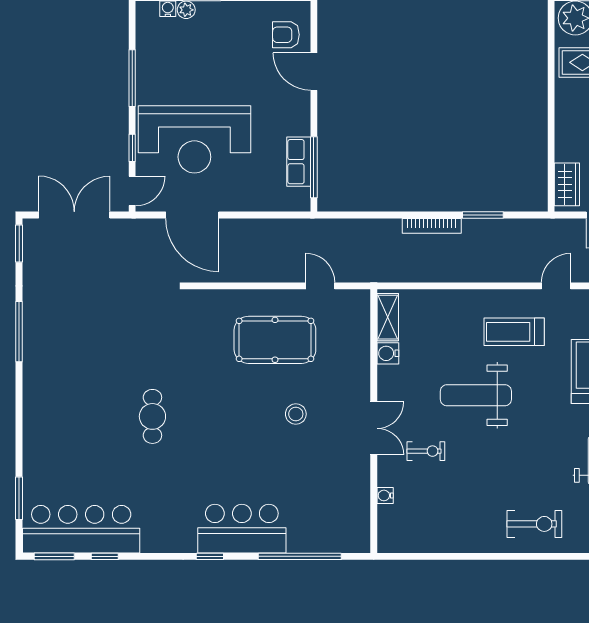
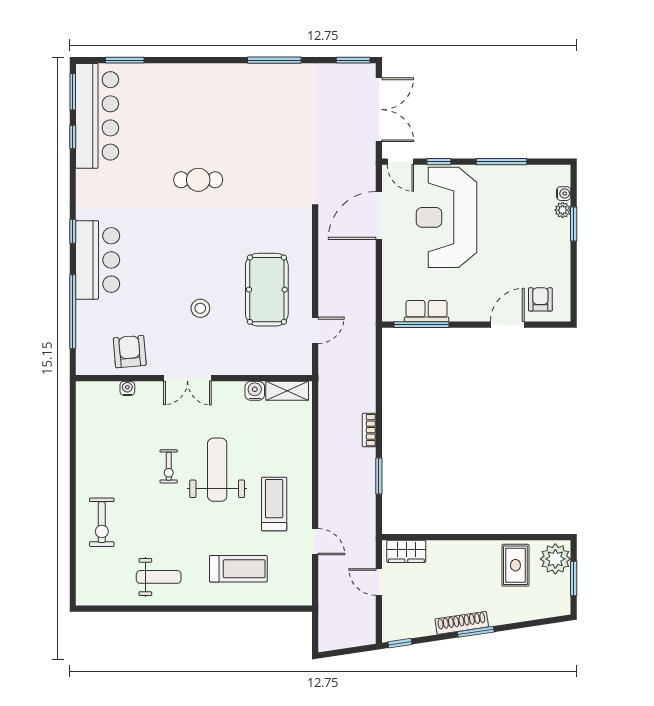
bookcase: (432, 226) -> (369, 430), width x0.64
exercise bike: (426, 451) -> (169, 466), moved
armchair: (344, 493) -> (130, 352), added

